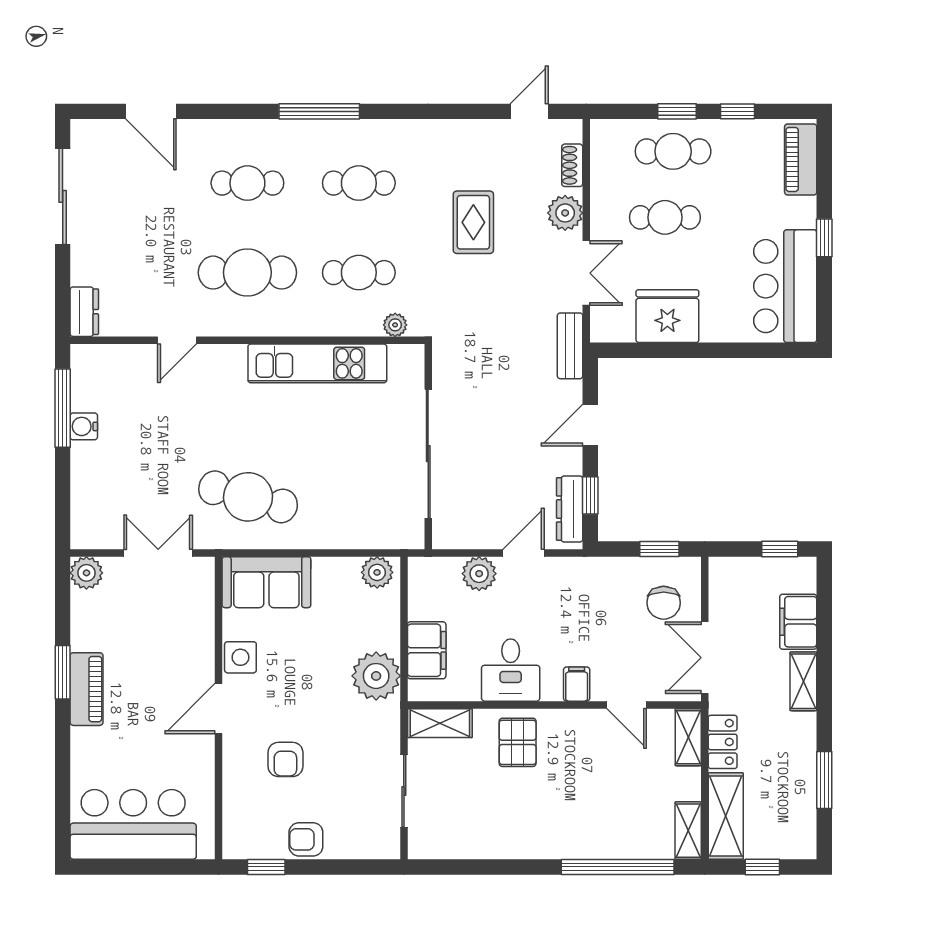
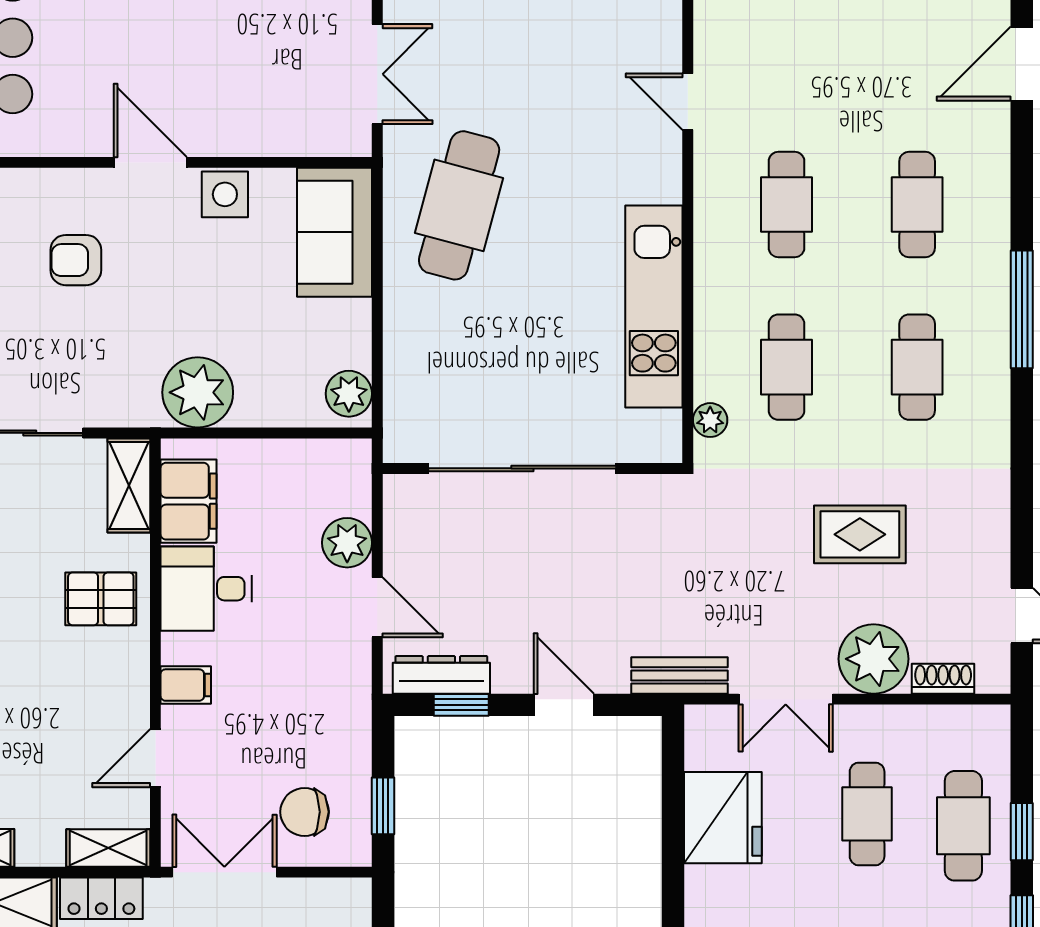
plant: (565, 213) -> (874, 659), width x1.36, depth x1.36
cafe table: (247, 273) -> (787, 205), width x0.73, depth x0.74
filing cabinet: (427, 650) -> (189, 501), moved, turned -90

